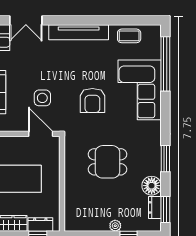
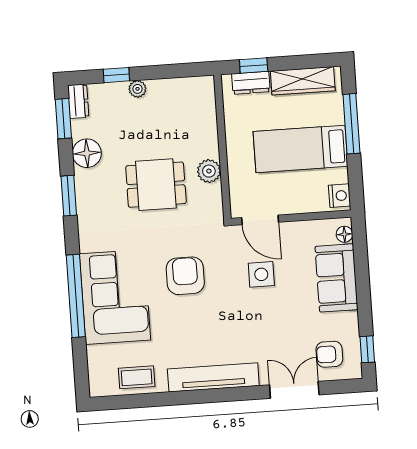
window: (165, 64) -> (76, 296), moved
plant: (72, 168) -> (209, 171), added
dresser: (155, 207) -> (78, 101), moved

